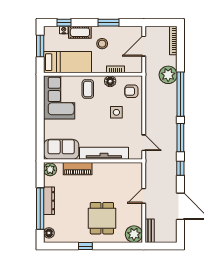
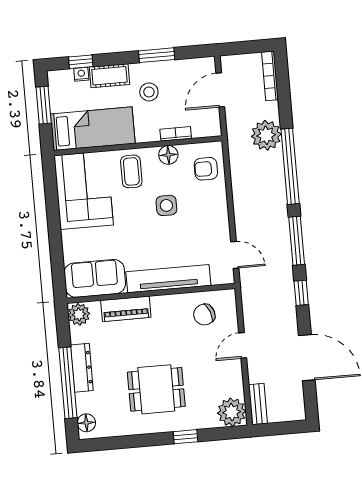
side table: (116, 112) -> (166, 205), moved
chair: (123, 176) -> (204, 315), added
dining table: (102, 218) -> (156, 389), moved, turned 90
window: (85, 246) -> (186, 437), moved

